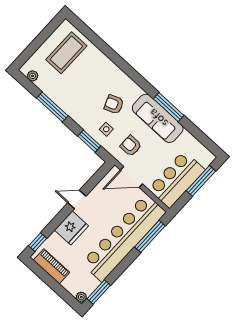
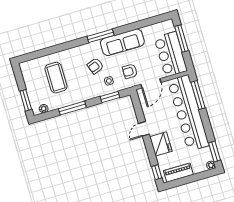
window: (30, 51) -> (26, 100), added
coffee table: (66, 53) -> (56, 78), moved
window: (169, 107) -> (101, 36), moved

